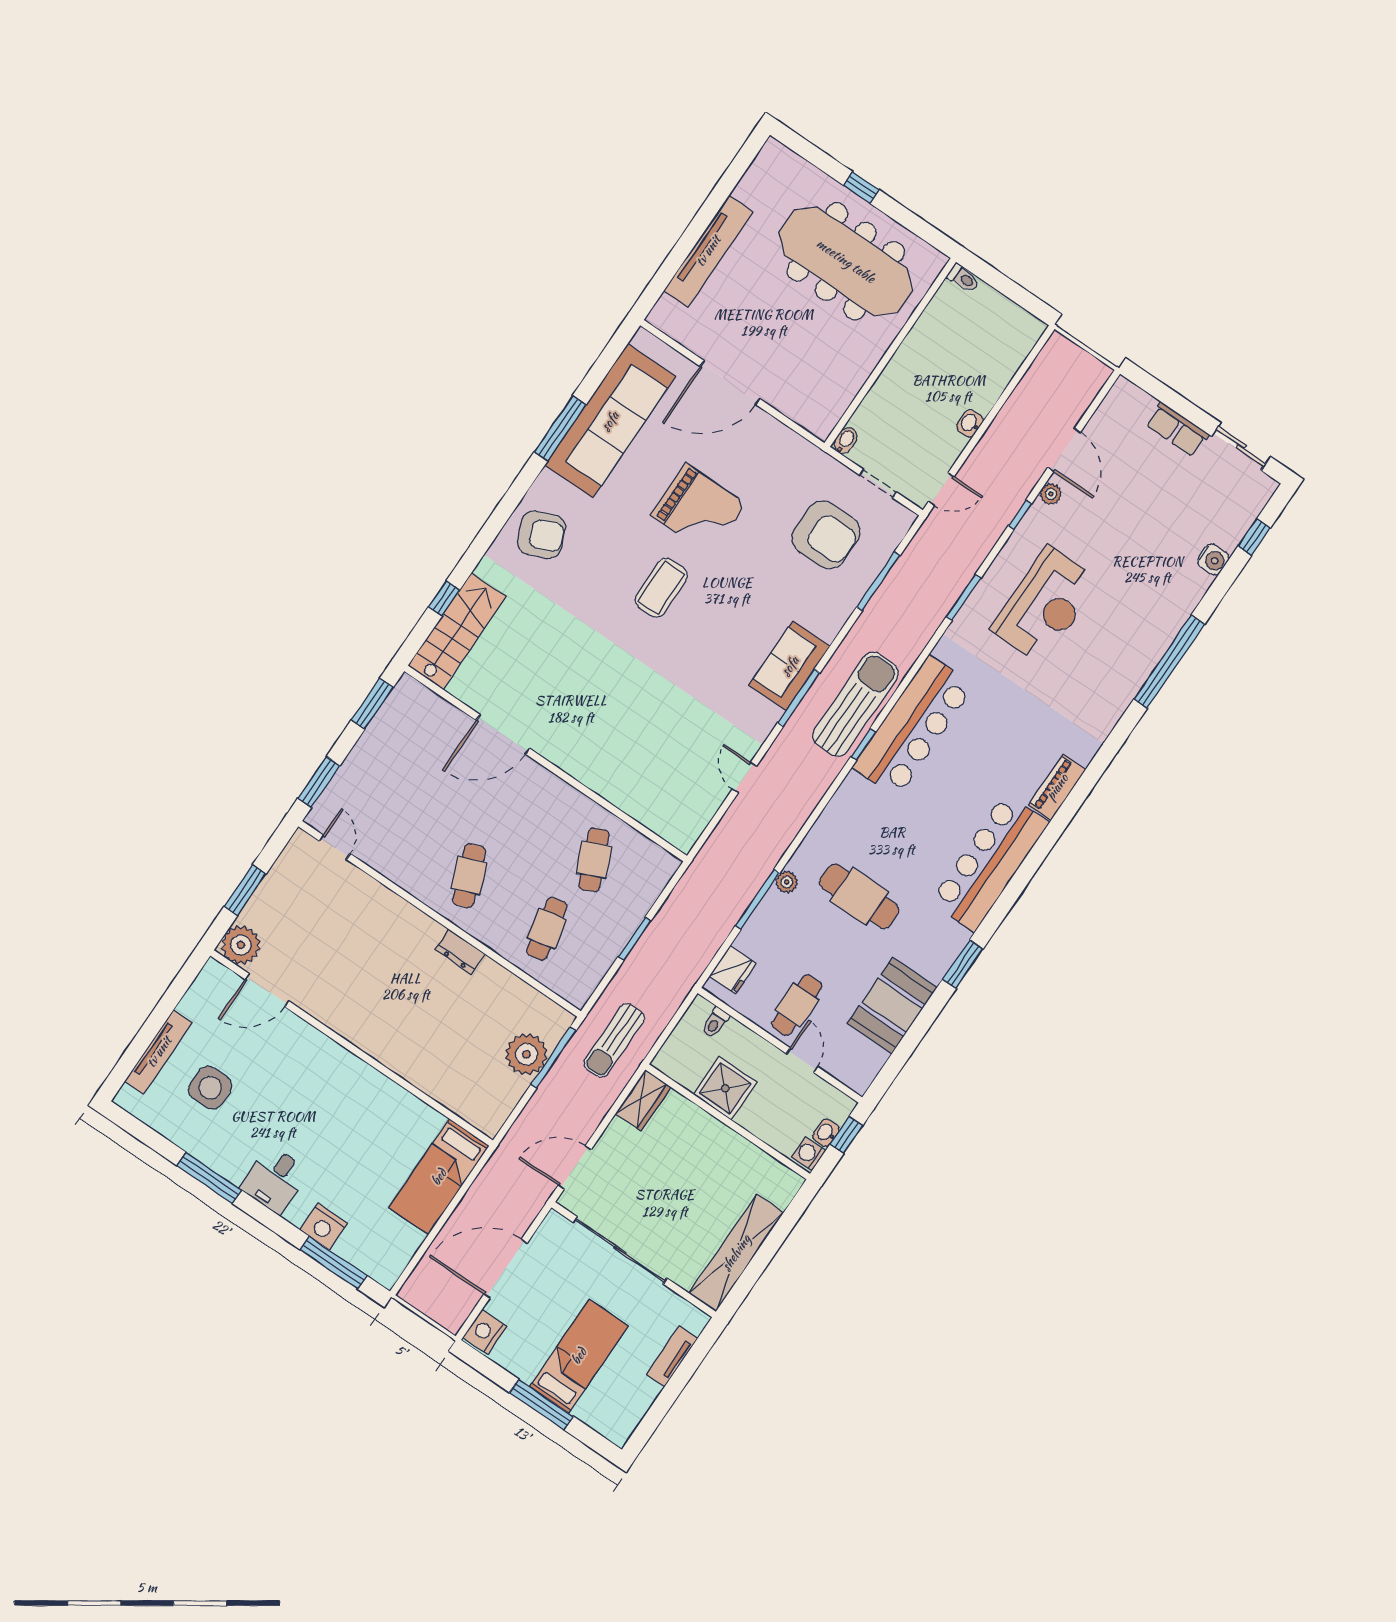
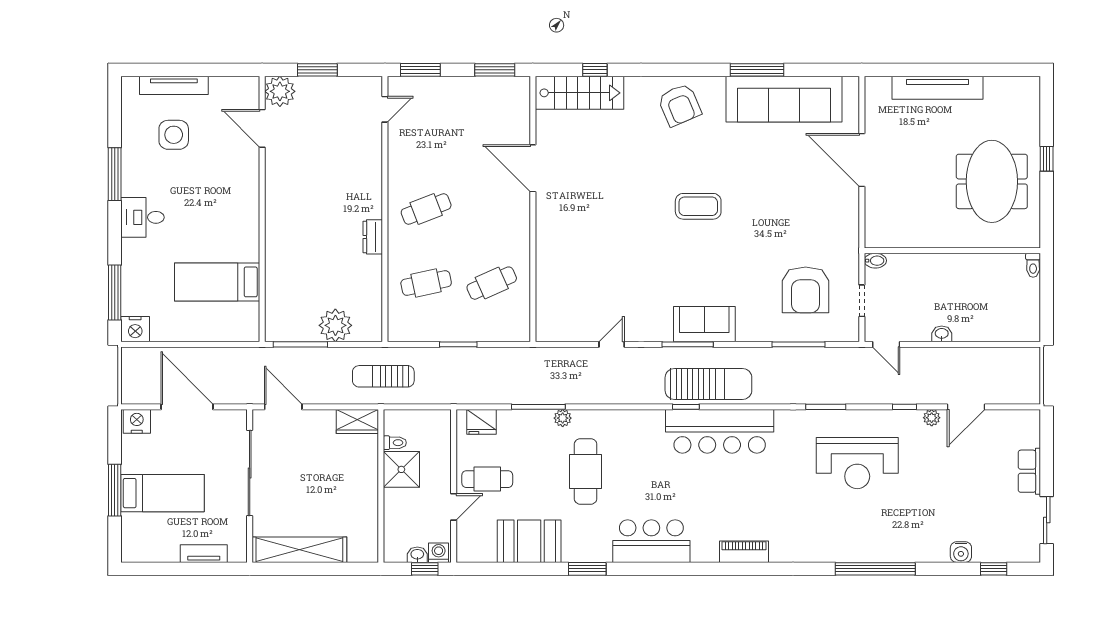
meeting table: (846, 261) -> (992, 181), width x0.73
grand piano: (698, 509) -> (765, 196), removed
bar counter: (990, 862) -> (651, 541), width x0.73
toilet: (715, 1023) -> (395, 443), moved, turned 180
window: (553, 1058) -> (300, 344), moved
washing machine: (809, 1154) -> (439, 553), moved
bed: (439, 1177) -> (217, 282), moved
nightstand: (324, 1227) -> (135, 329), moved, turned -90

